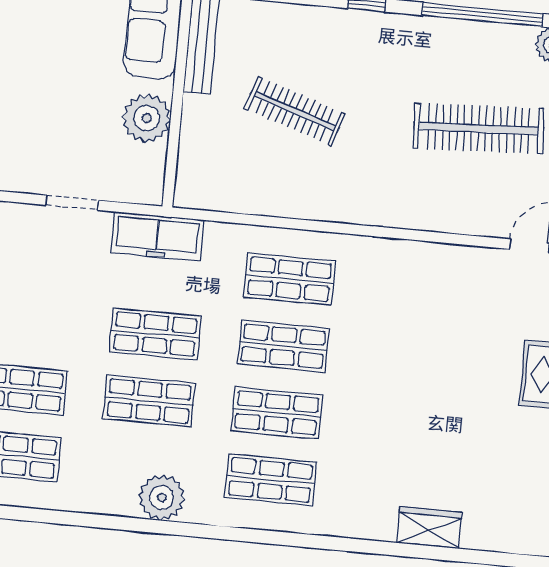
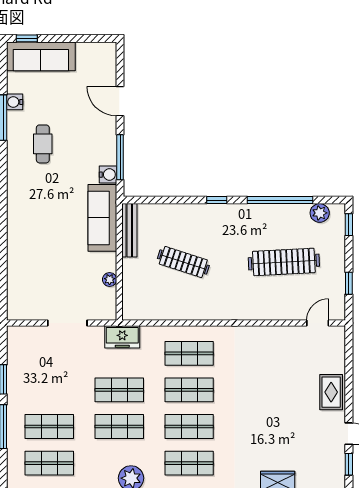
plant: (147, 118) -> (110, 280), width x0.53, depth x0.53
doorway: (72, 203) -> (67, 323), width x1.38
freezer: (158, 236) -> (122, 337), width x0.71

